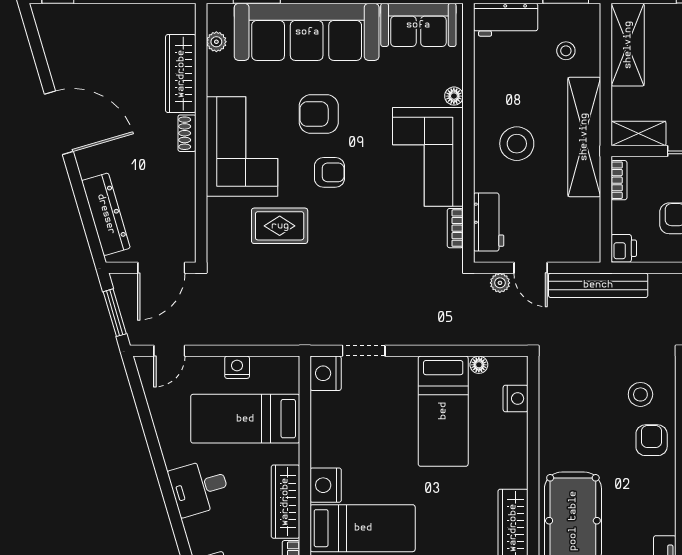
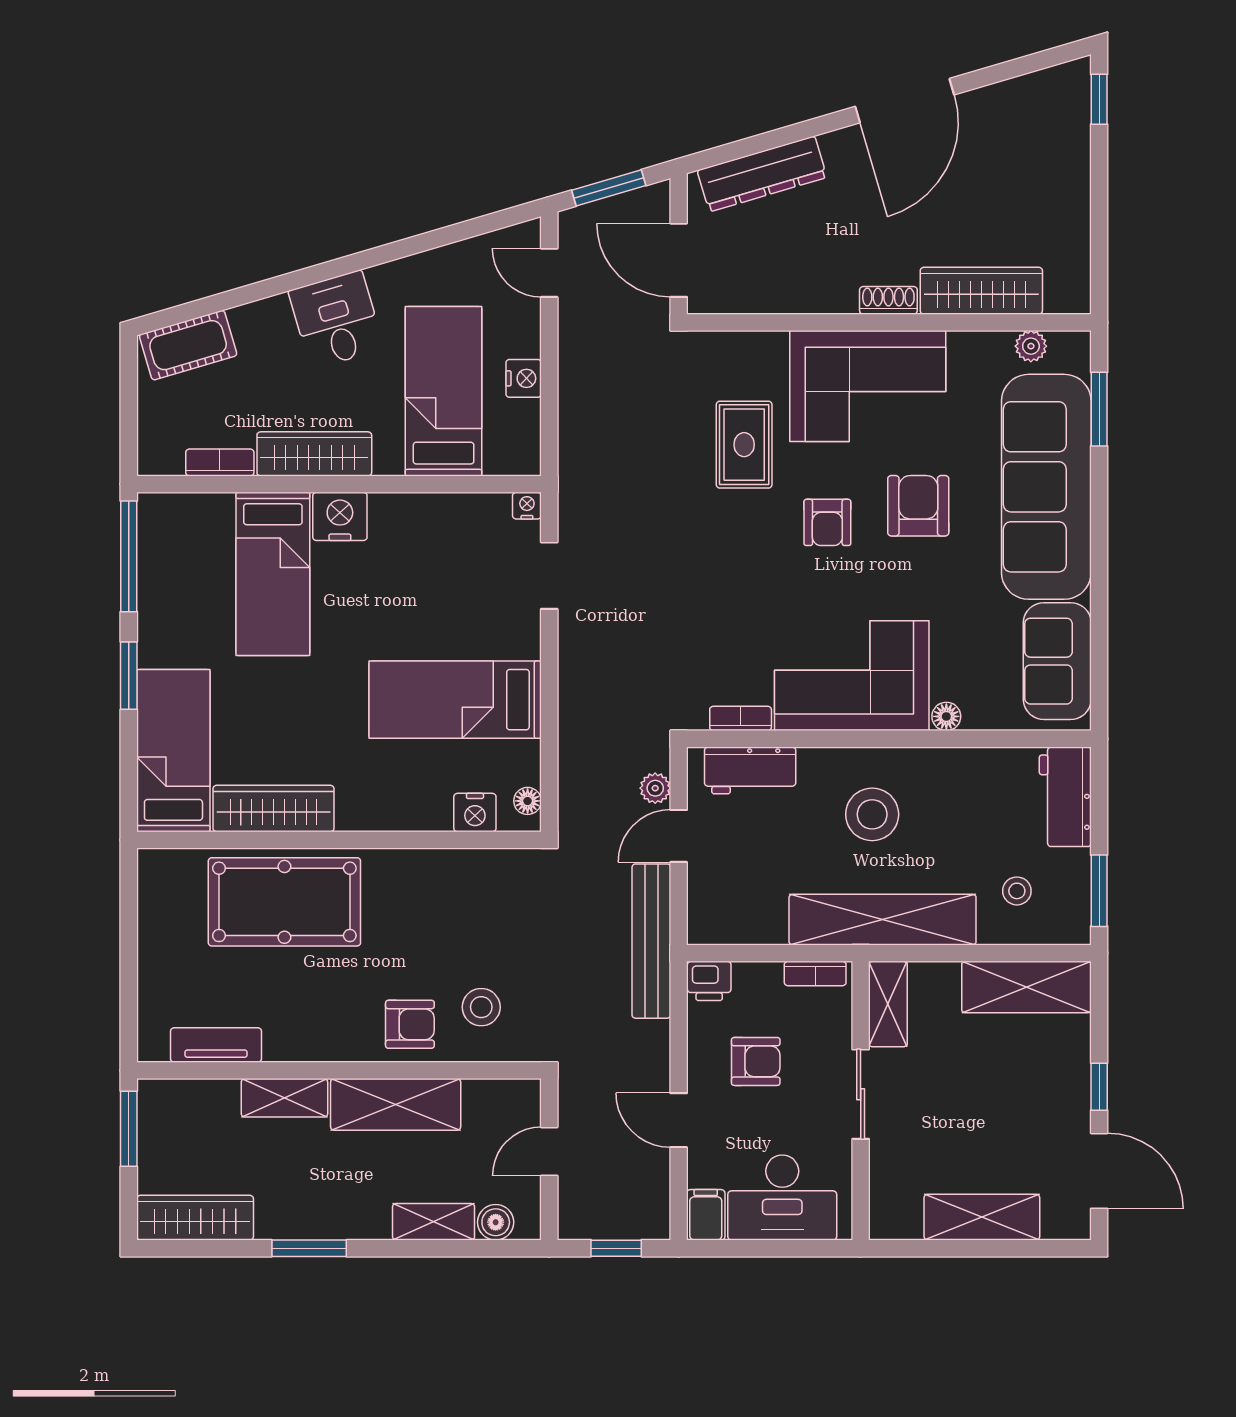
floor lamp: (479, 365) -> (528, 801), moved
nightstand: (326, 373) -> (527, 506), width x0.53, depth x0.56

